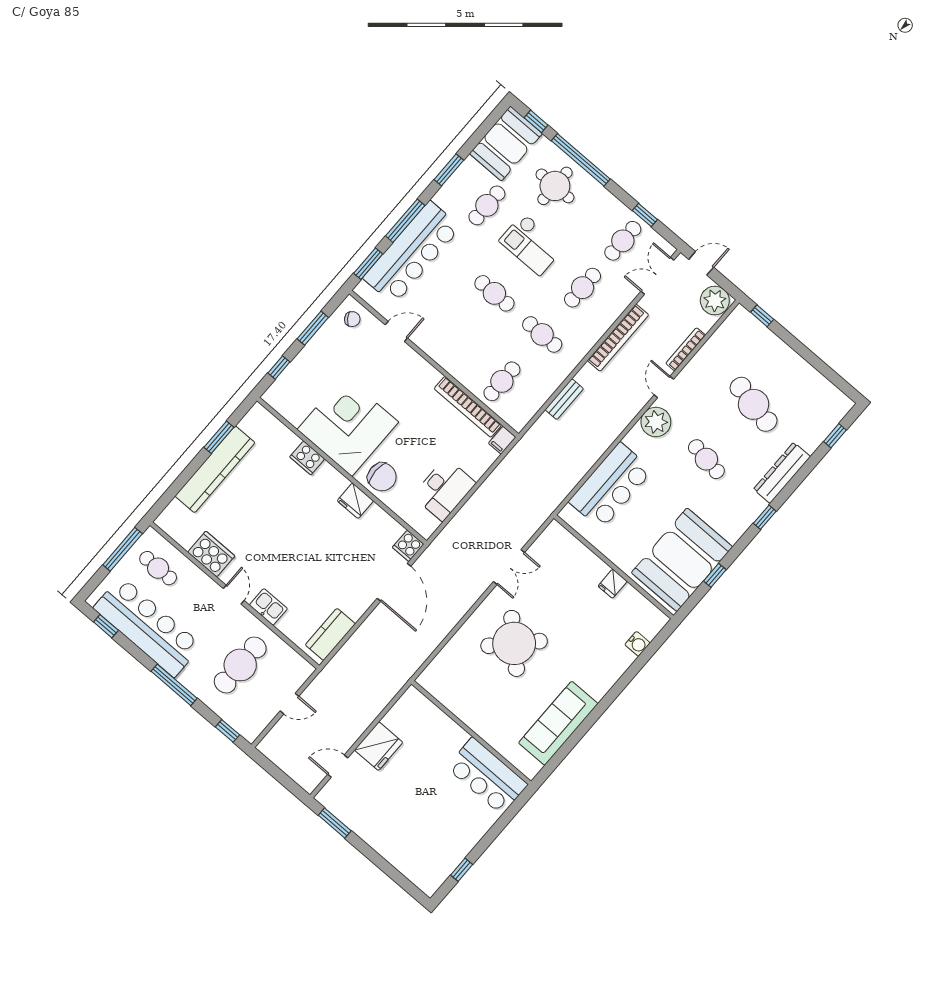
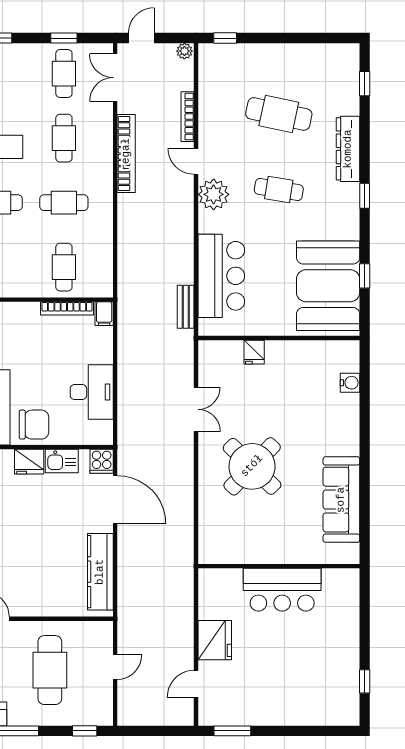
plant: (715, 301) -> (184, 51), width x0.53, depth x0.53
bench: (564, 399) -> (186, 307), moved
bookcase: (468, 407) -> (67, 308), width x0.68, depth x0.76
fridge: (613, 584) -> (254, 352), moved
kitchen sink: (268, 607) -> (62, 461), moved, turned 180
kitchen counter: (330, 634) -> (100, 572), width x1.50
bar counter: (487, 776) -> (282, 590), moved

